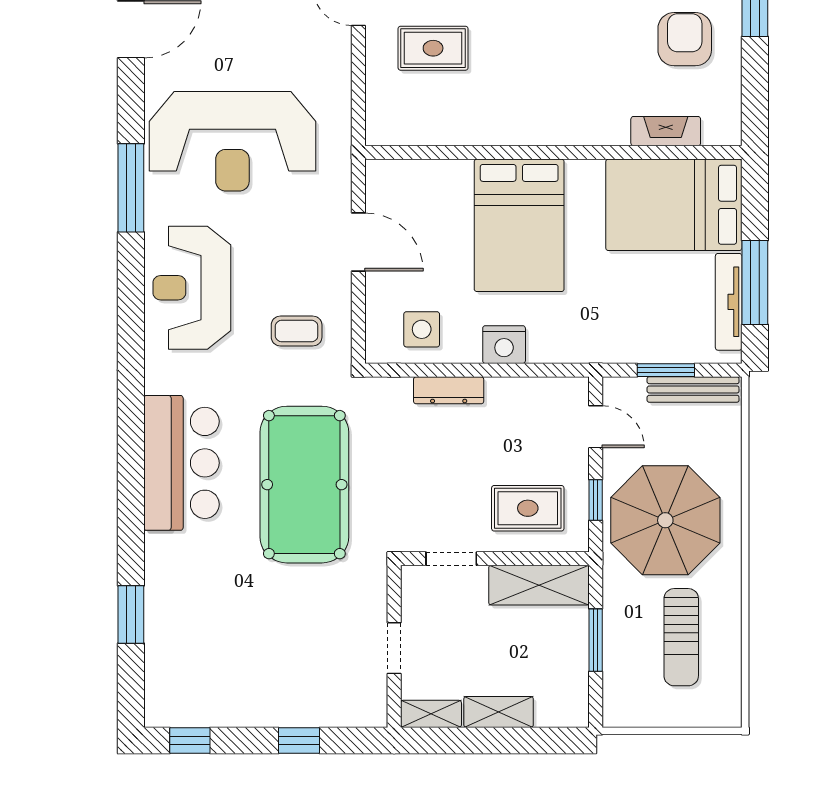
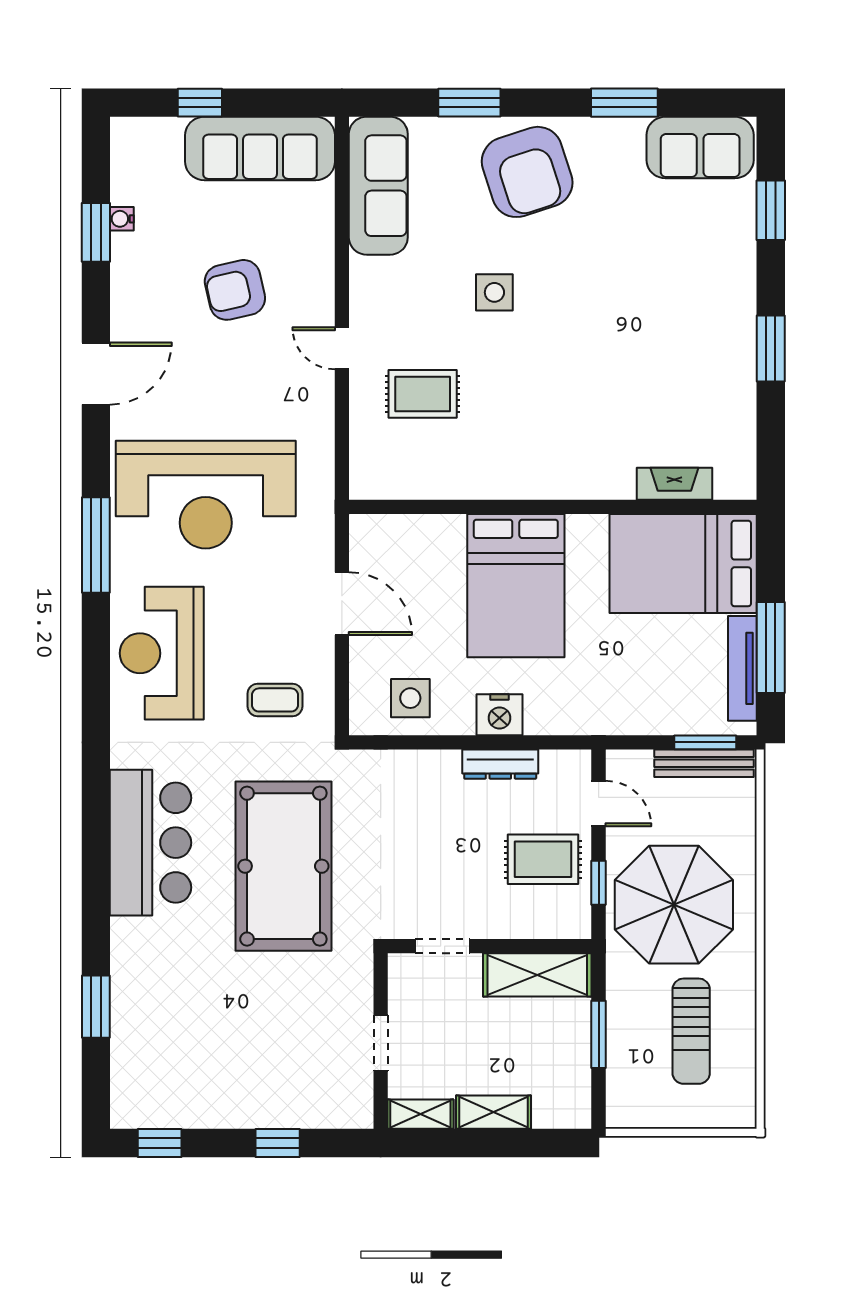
armchair: (685, 39) -> (695, 384), removed
window: (666, 370) -> (705, 742), moved
dresser: (449, 390) -> (500, 764), moved
rug: (528, 508) -> (543, 859), moved

